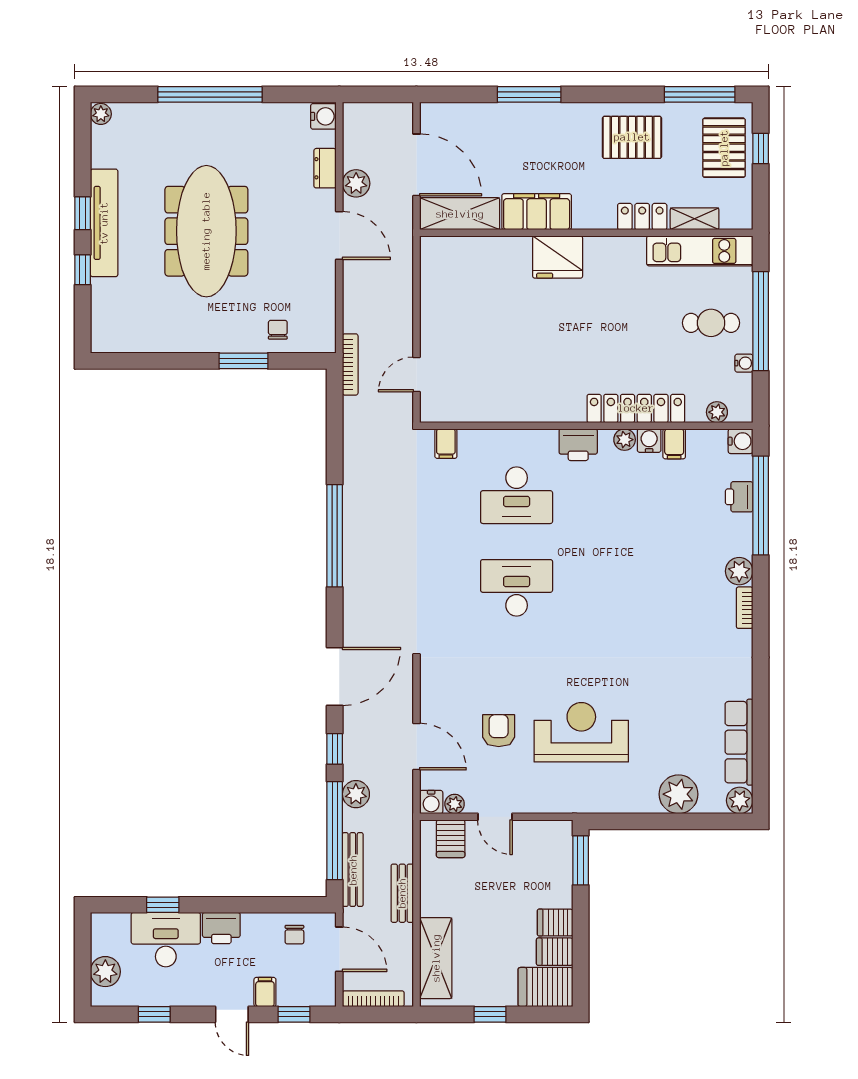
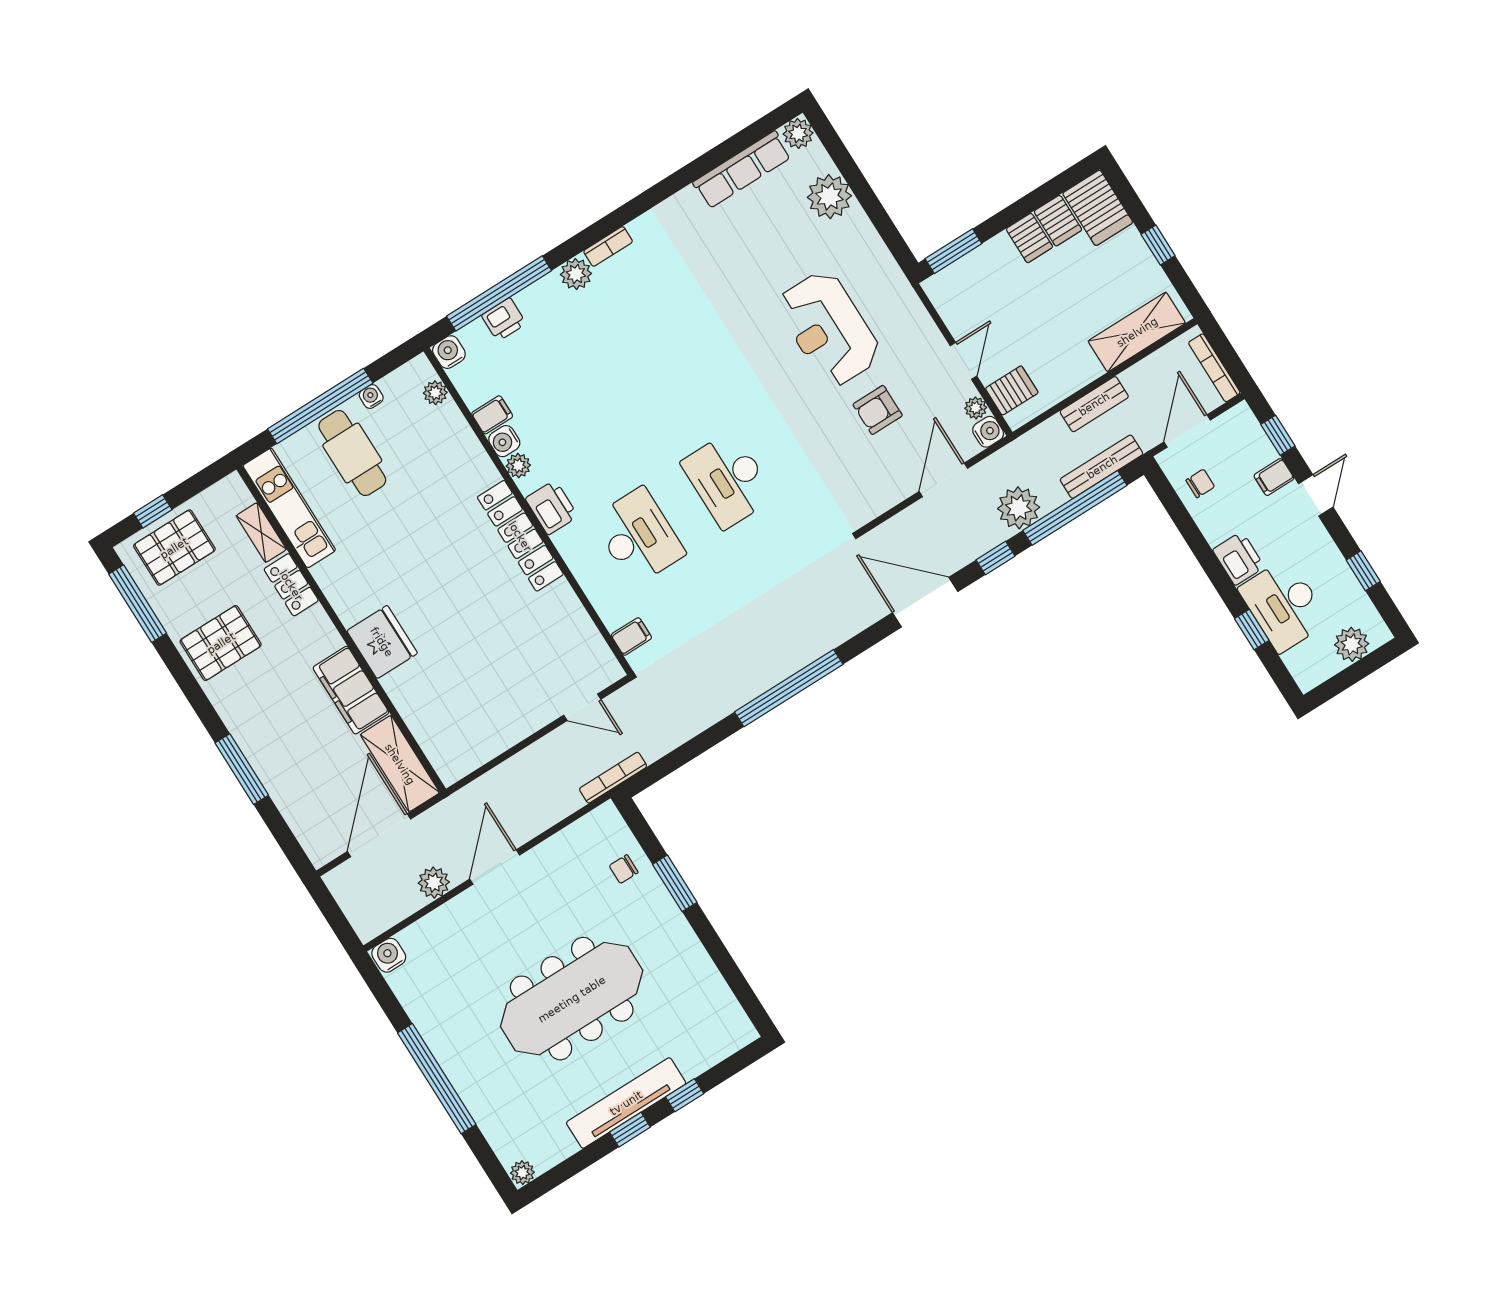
pallet: (632, 137) -> (221, 643), turned 90
dresser: (325, 168) -> (438, 922), removed
cafe table: (711, 323) -> (352, 453), width x1.37, depth x1.35
locker: (636, 408) -> (520, 536), moved
plant: (356, 794) -> (1019, 508), width x1.36, depth x1.36

